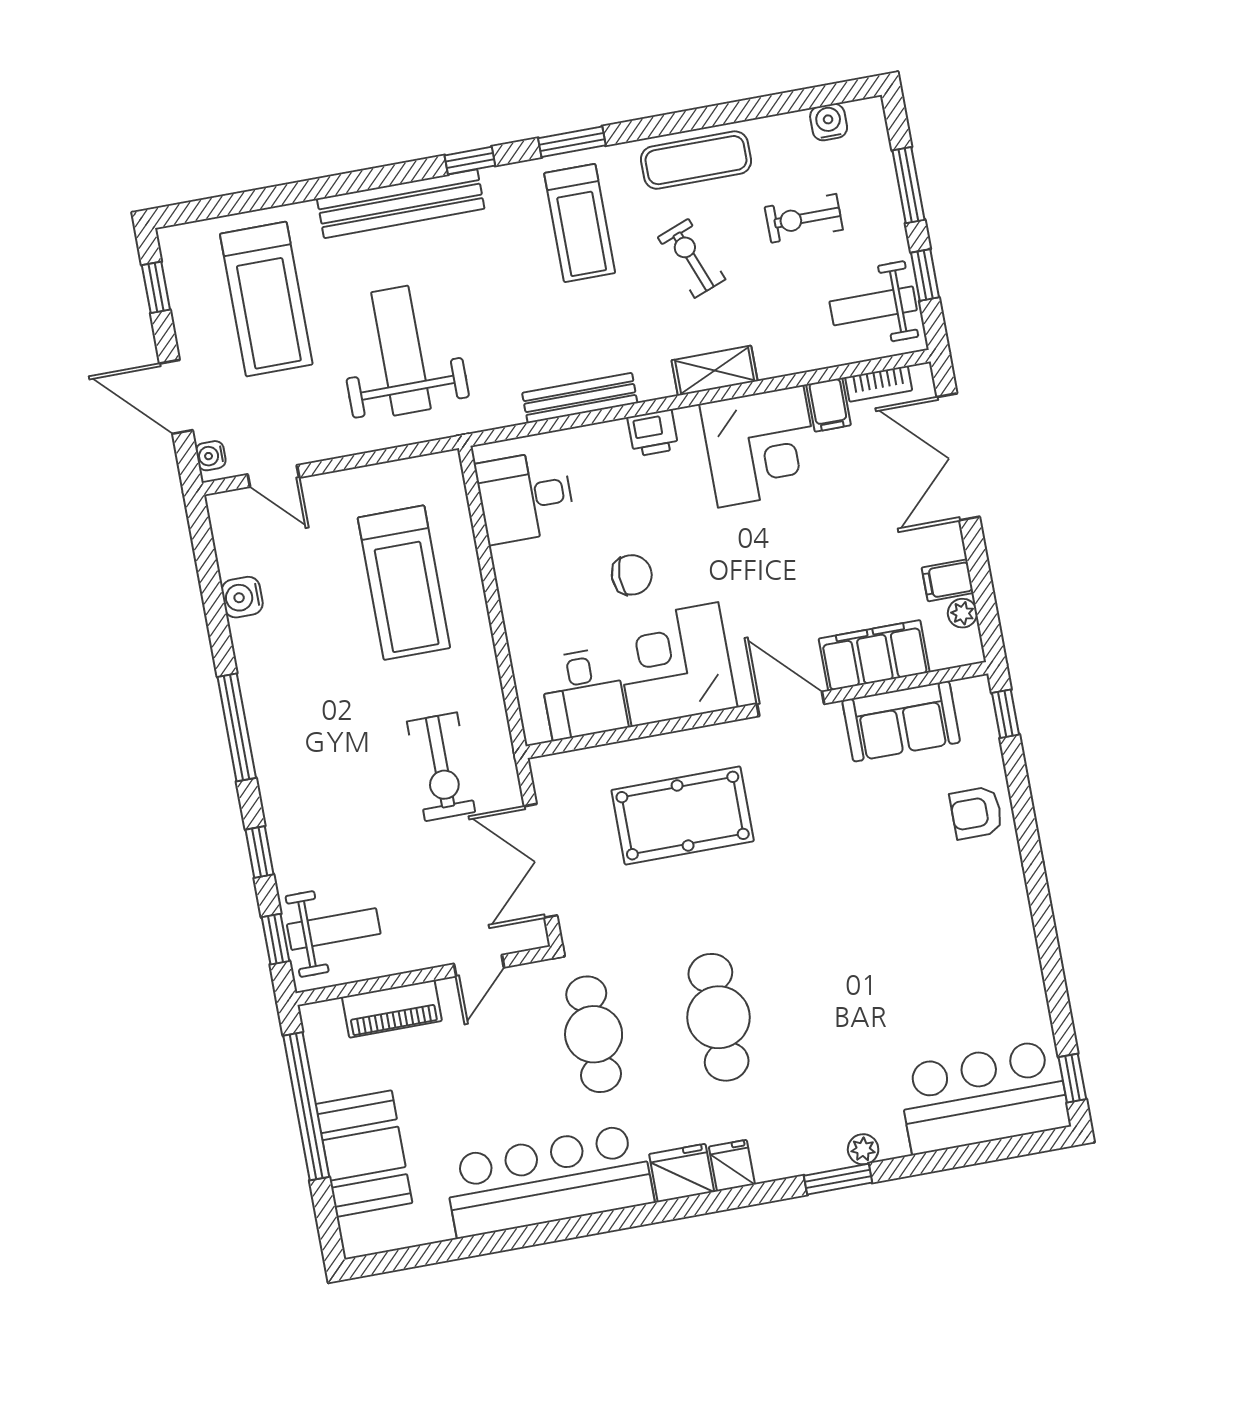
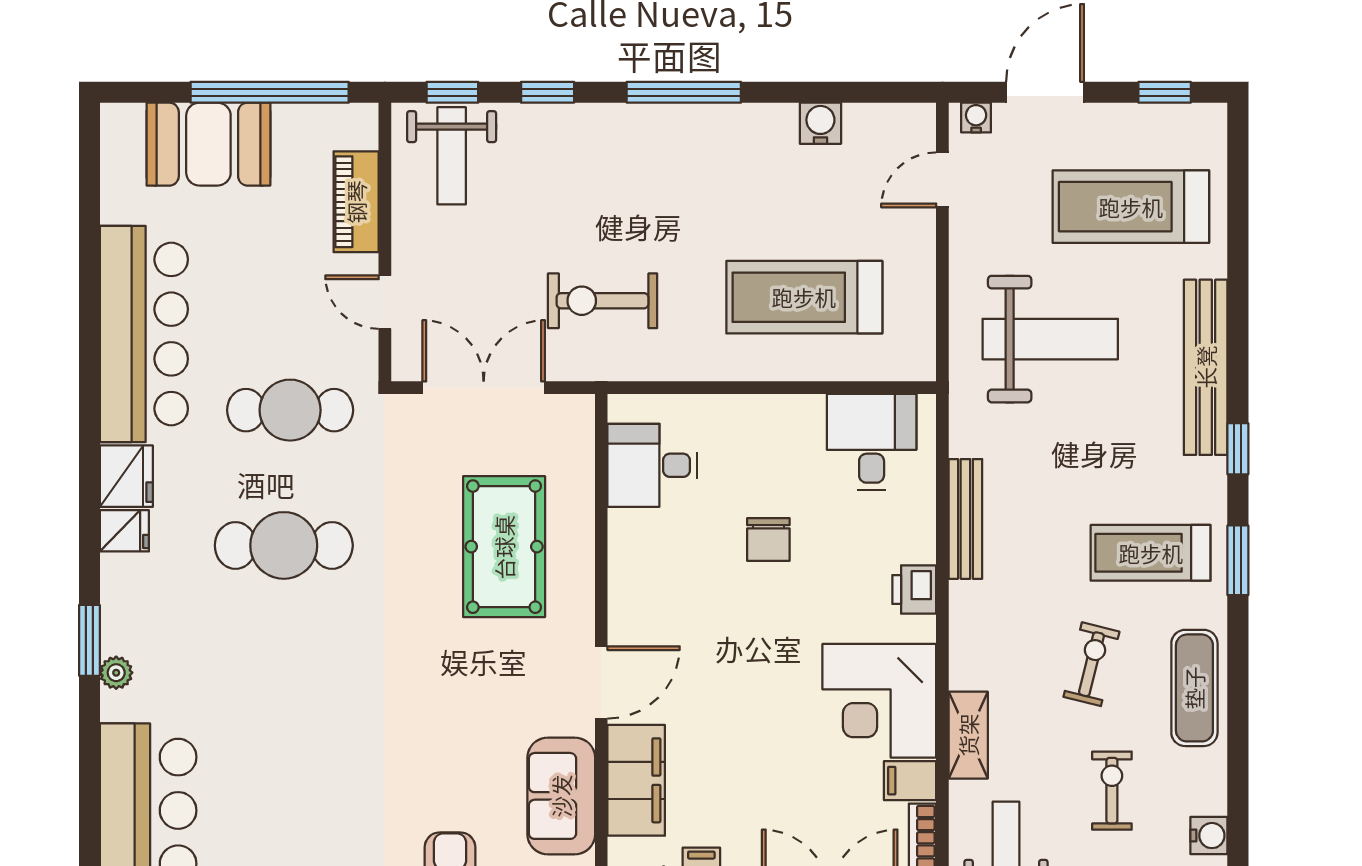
exercise bike: (692, 258) -> (1091, 664), turned -55
shelving: (715, 371) -> (968, 735), moved
corner desk: (675, 664) -> (665, 568), removed

